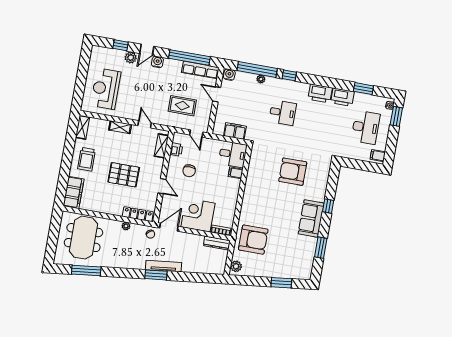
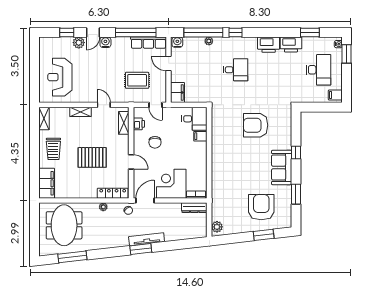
filing cabinet: (235, 131) -> (178, 93), moved, turned 90
armchair: (253, 240) -> (261, 207), moved, turned -90

